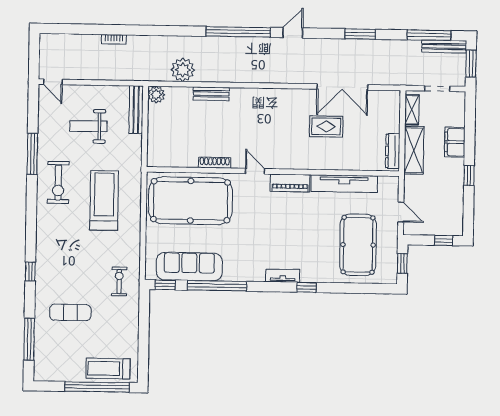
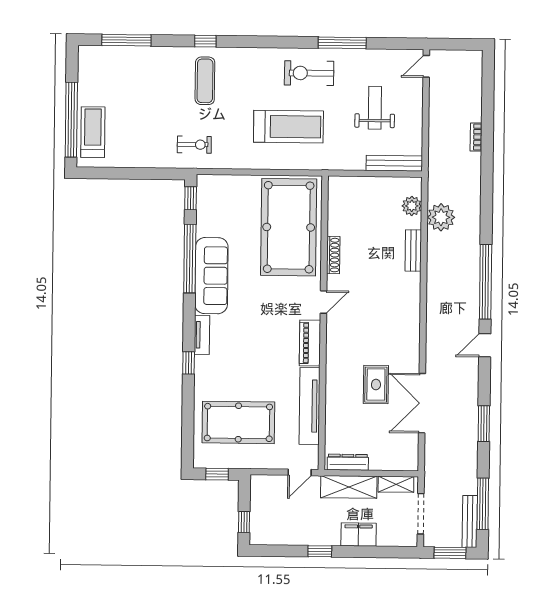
door: (293, 33) -> (485, 345), swing flipped
doorway: (437, 89) -> (421, 514), width x1.38
plant: (156, 95) -> (412, 206), moved
door: (401, 212) -> (300, 472), moved
sofa: (189, 267) -> (211, 276), moved
exercise mat: (70, 312) -> (205, 81), moved

